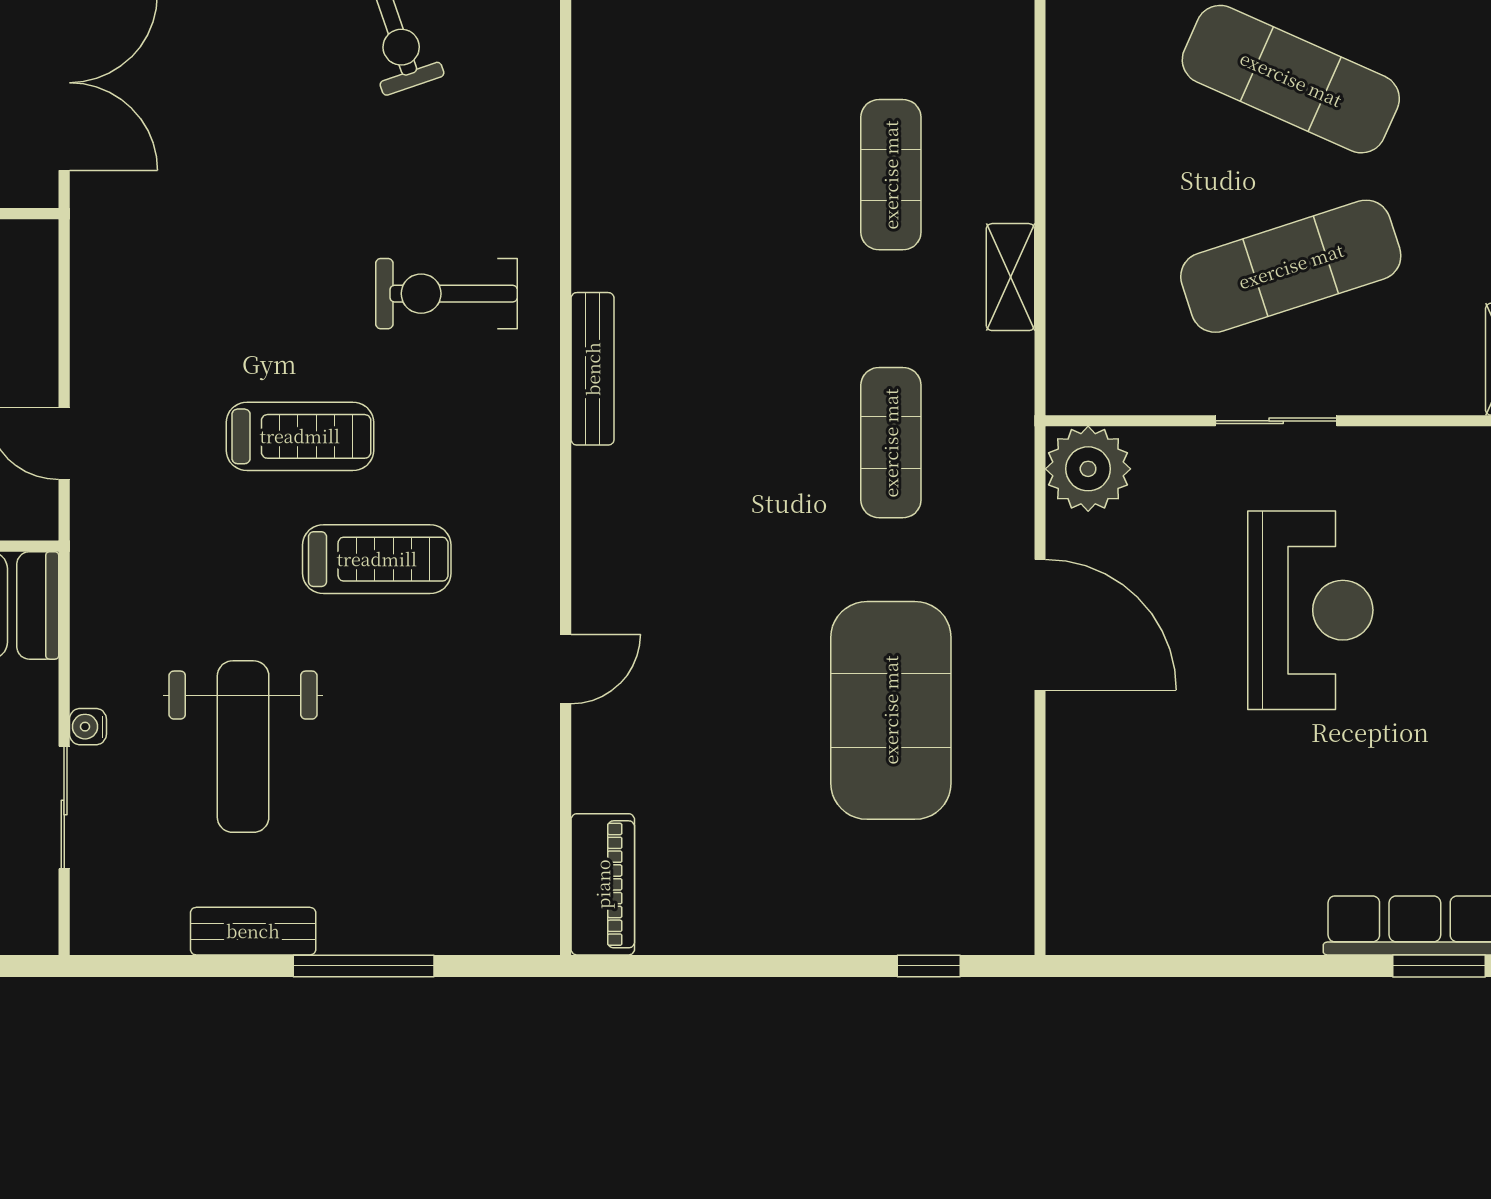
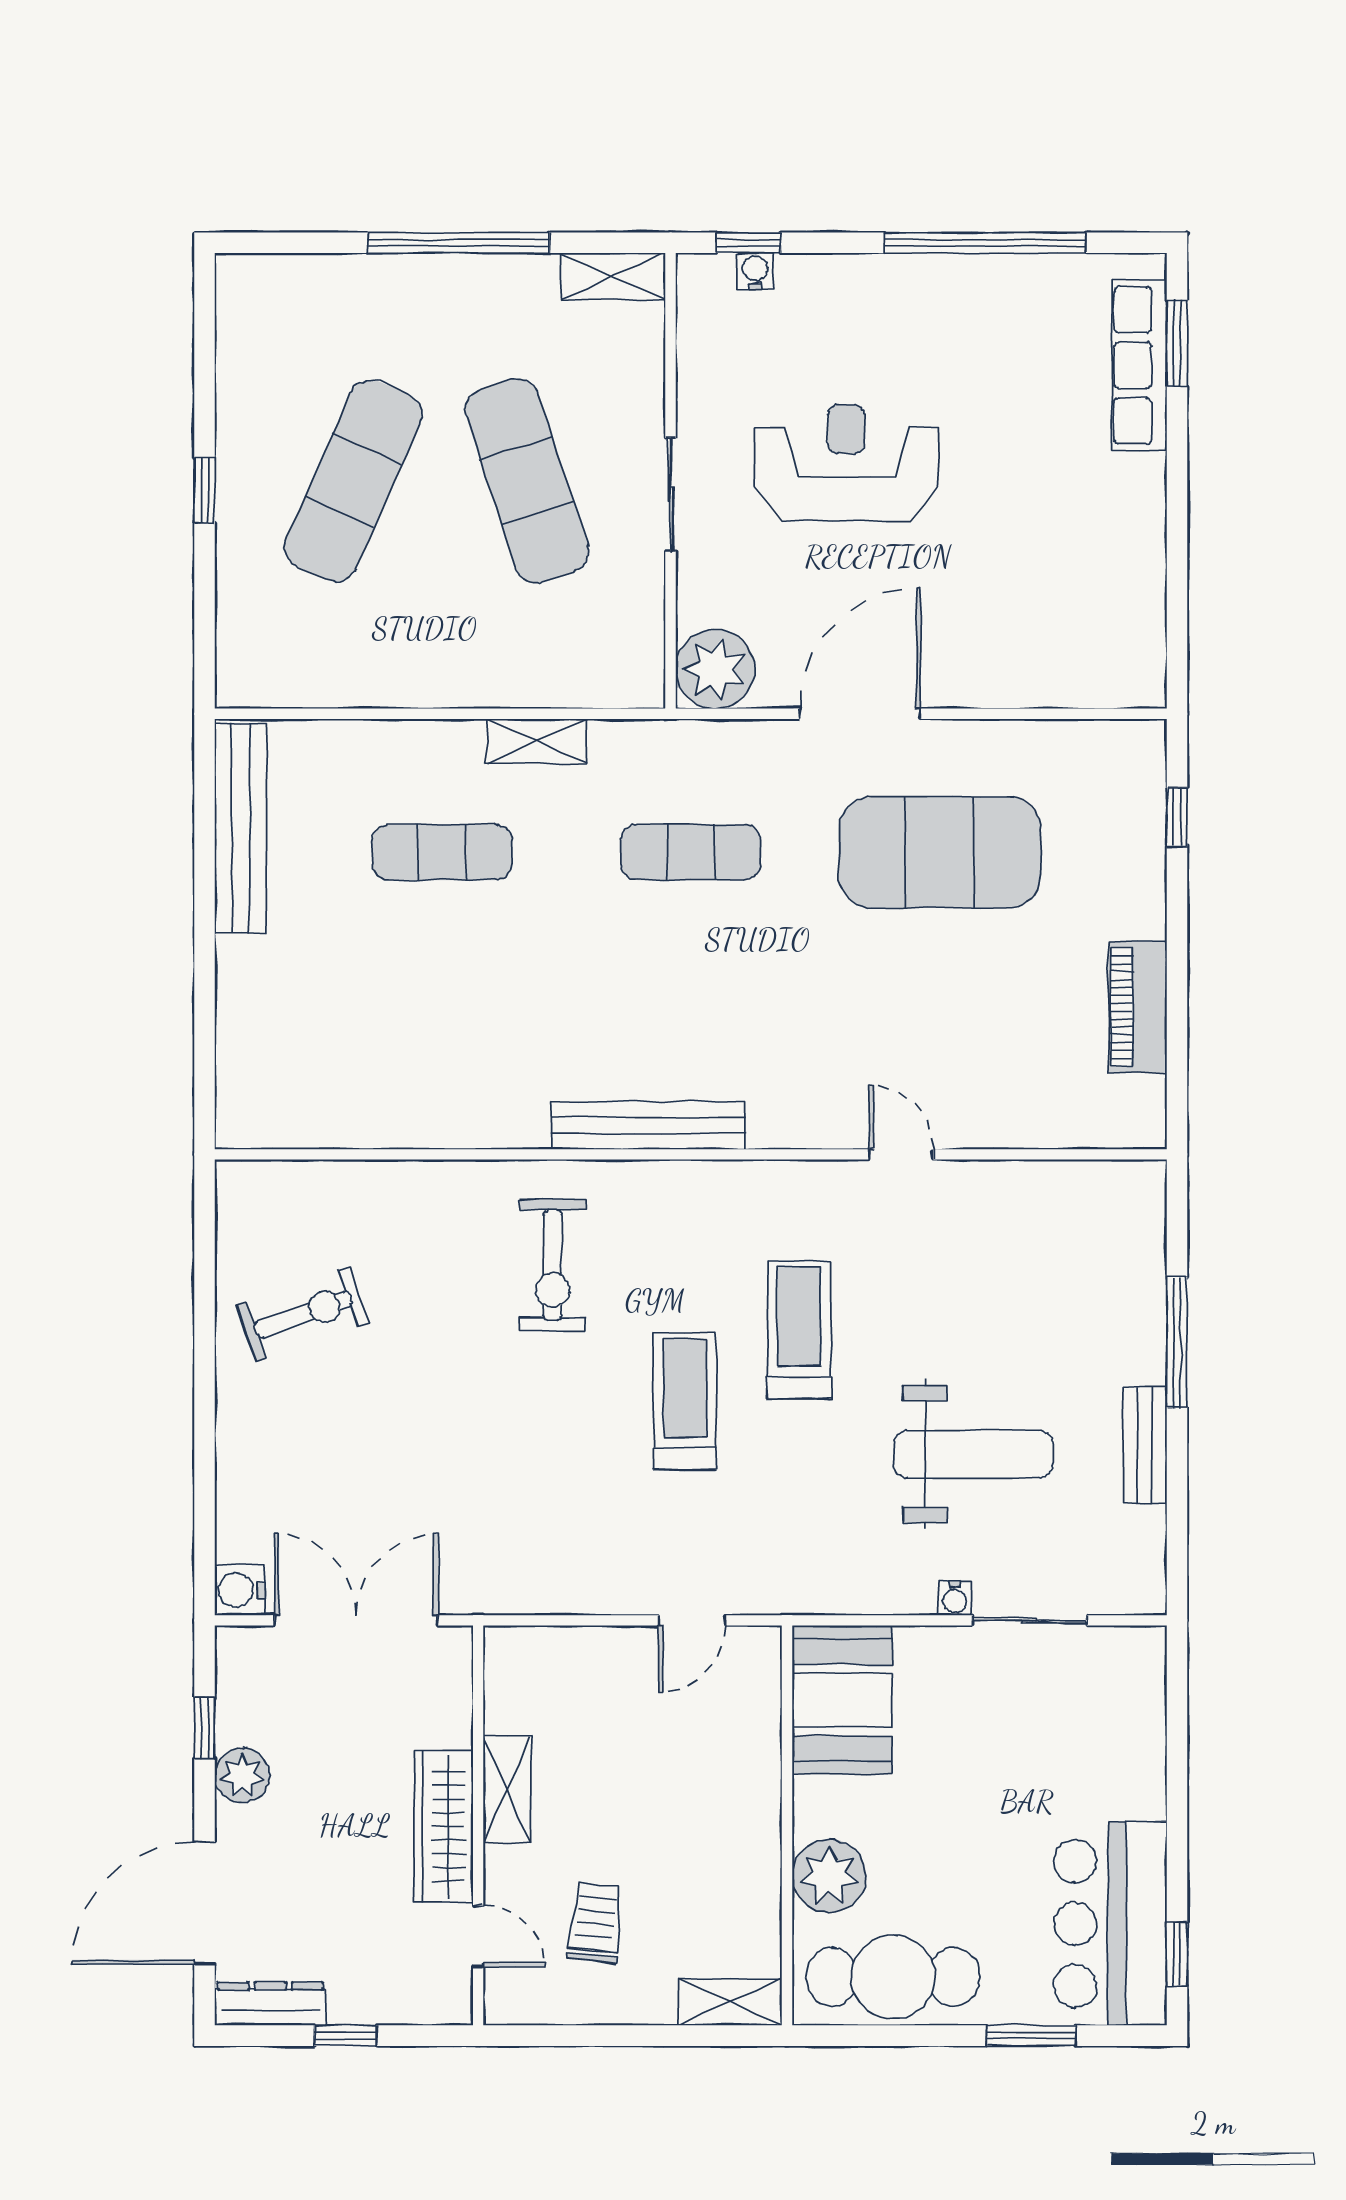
bench: (593, 369) -> (648, 1125), width x1.37, depth x1.21
piano: (603, 884) -> (1137, 1007), moved, turned -90

